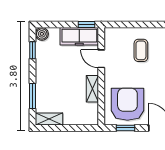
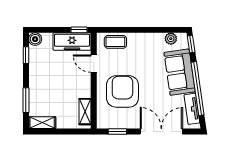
coffee table: (141, 50) -> (115, 42), moved, turned 90
shelving: (92, 89) -> (85, 112), moved
armchair: (127, 104) -> (122, 91), moved

